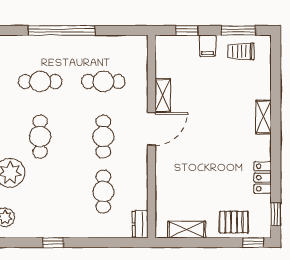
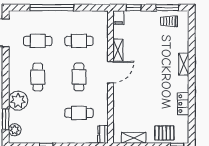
filing cabinet: (208, 46) -> (119, 18), moved
cafe table: (103, 192) -> (79, 113), turned 90
window: (276, 214) -> (192, 128), removed

